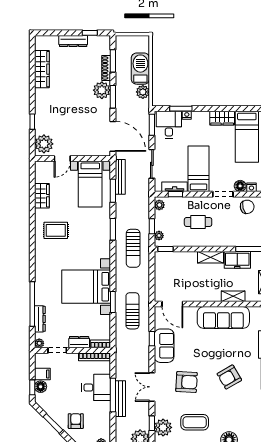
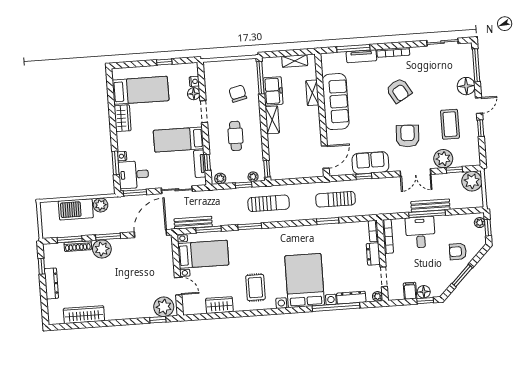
window: (32, 122) -> (158, 320), moved
chair: (247, 207) -> (238, 94), moved
bed with nightstands: (86, 287) -> (305, 281), moved, turned 180
plant: (163, 427) -> (443, 159), moved

